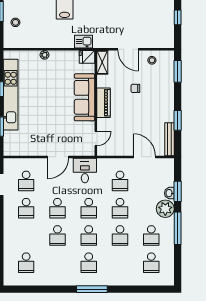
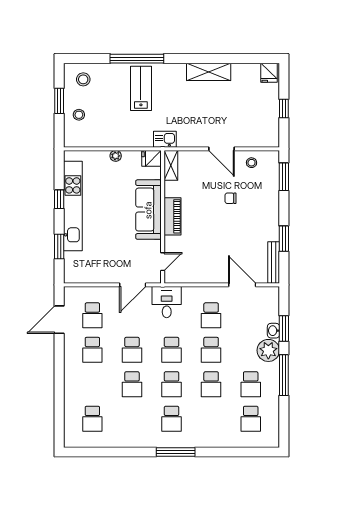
fridge: (87, 57) -> (152, 158), moved
shelving: (102, 62) -> (171, 165), moved
sofa: (85, 97) -> (148, 210), moved
wall: (96, 103) -> (163, 217), moved
piano: (104, 103) -> (173, 216), moved
door: (96, 139) -> (163, 262), moved

